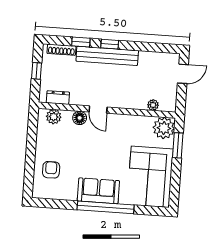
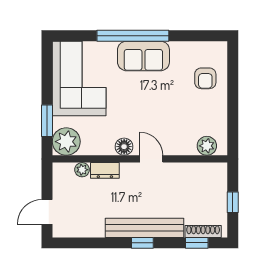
window: (81, 42) -> (197, 243), moved
dresser: (58, 98) -> (105, 170), moved
floor lamp: (80, 118) -> (124, 147), moved

